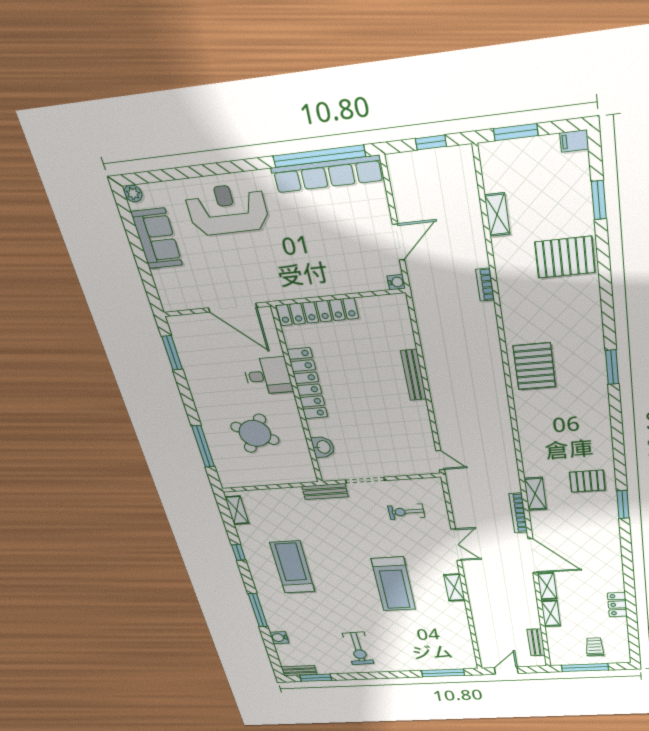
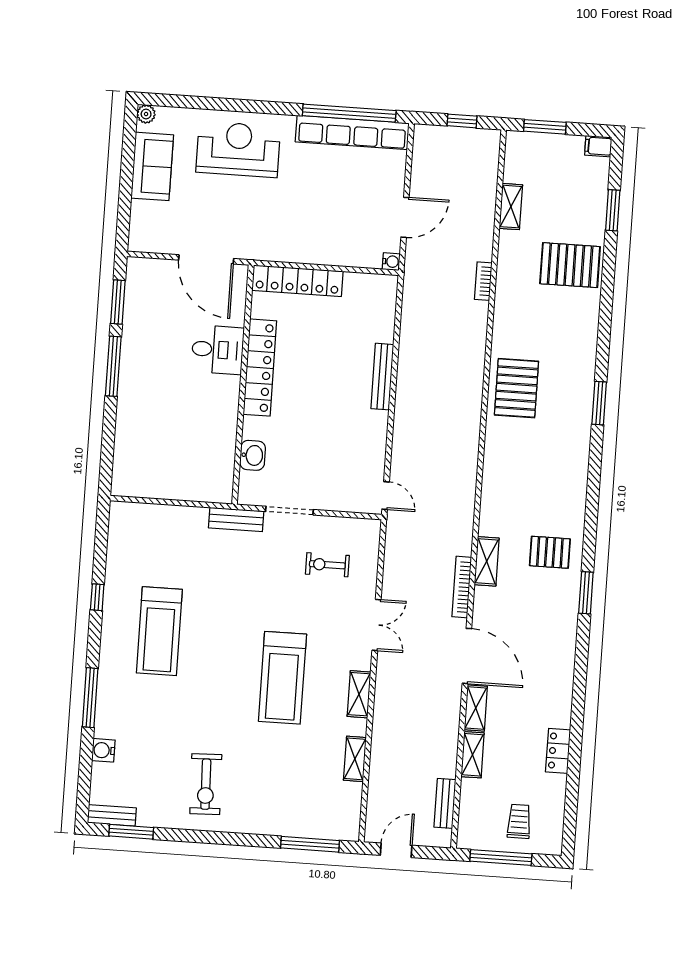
round table: (255, 433) -> (177, 423), removed
window: (203, 446) -> (113, 366), moved
shelving: (237, 510) -> (355, 759), moved
treadmill: (292, 567) -> (159, 631), turned 180

